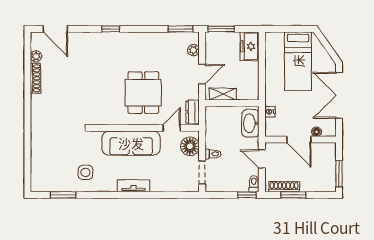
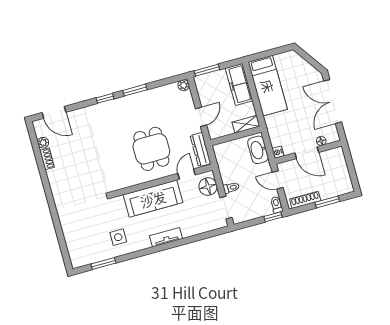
window: (181, 29) -> (135, 90), moved
freezer: (250, 46) -> (239, 84), width x1.40
plant: (193, 50) -> (184, 85), moved
bed: (298, 61) -> (268, 86), moved
shoe rack: (35, 78) -> (47, 159), width x0.70
shelving: (223, 94) -> (246, 124), moved
dresser: (193, 112) -> (200, 149), width x1.44
nightstand: (270, 112) -> (278, 152), moved
window: (339, 174) -> (353, 174), removed
window: (294, 195) -> (327, 202), moved

